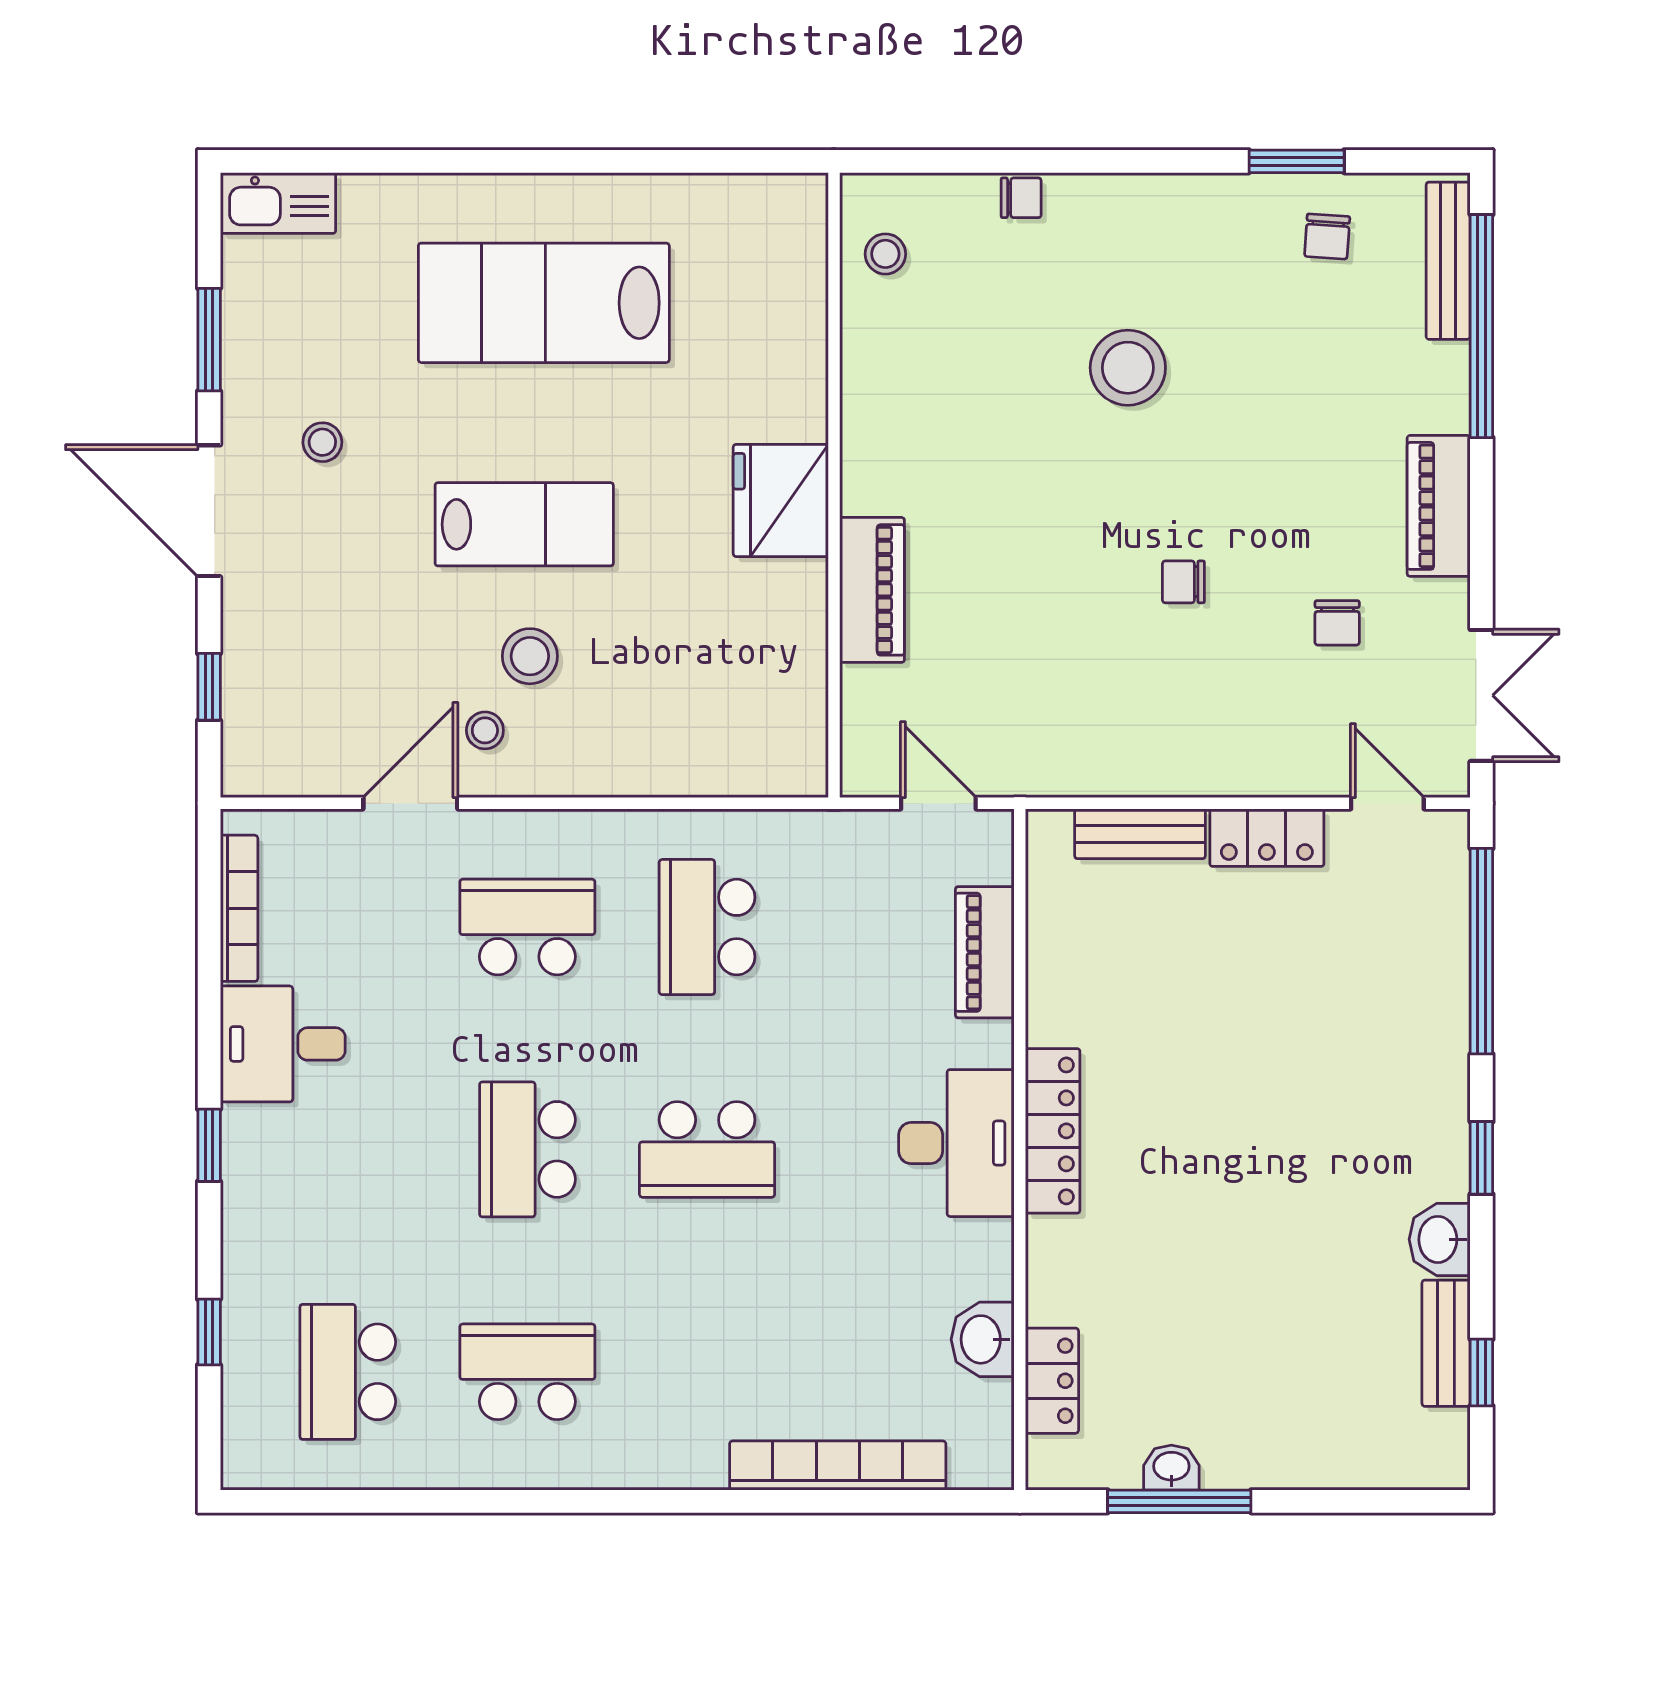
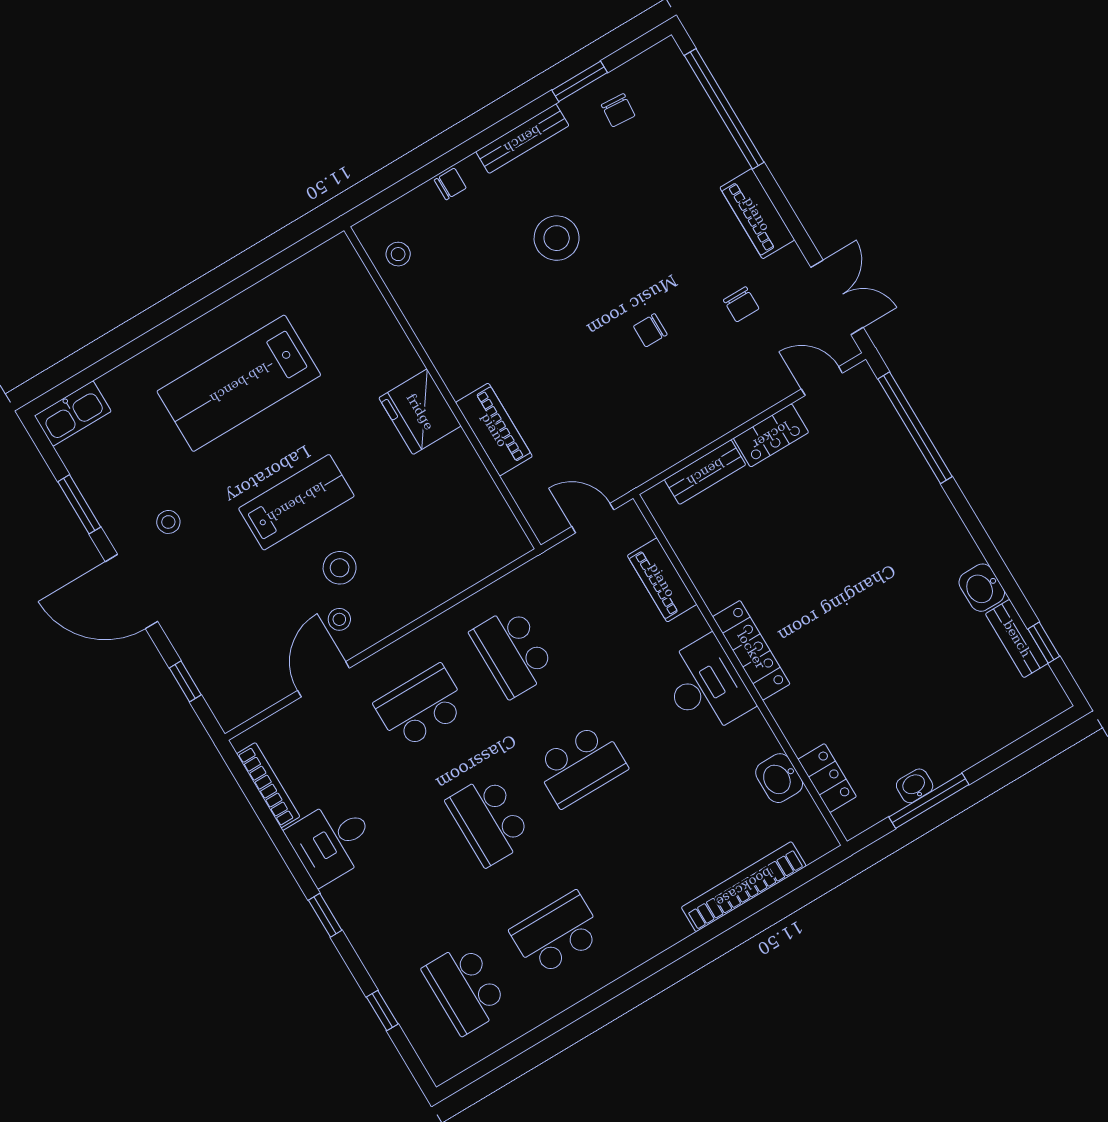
bench: (1448, 261) -> (522, 139), moved, turned 90
window: (1481, 1158) -> (978, 533), removed

